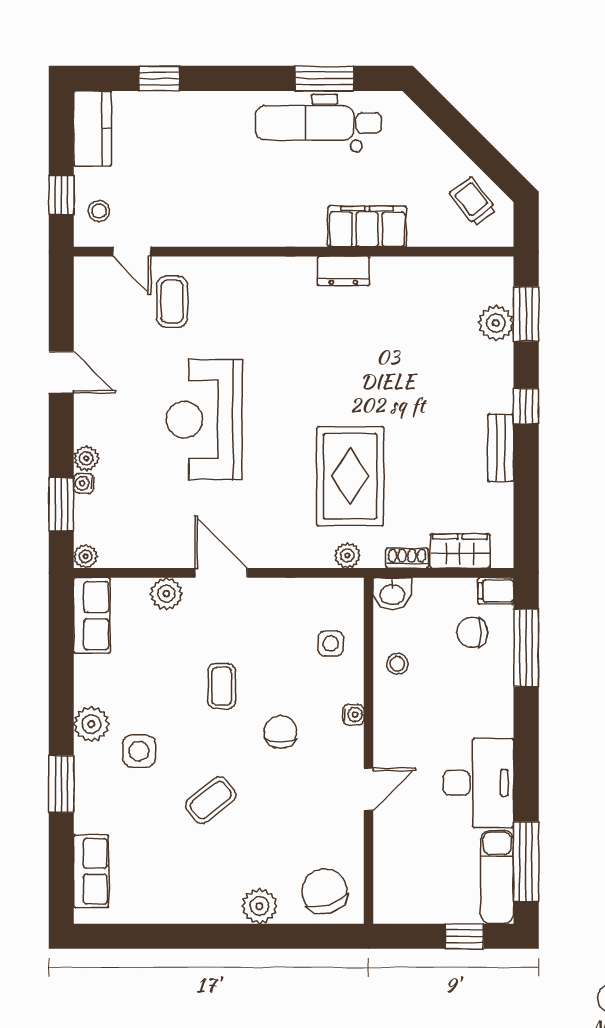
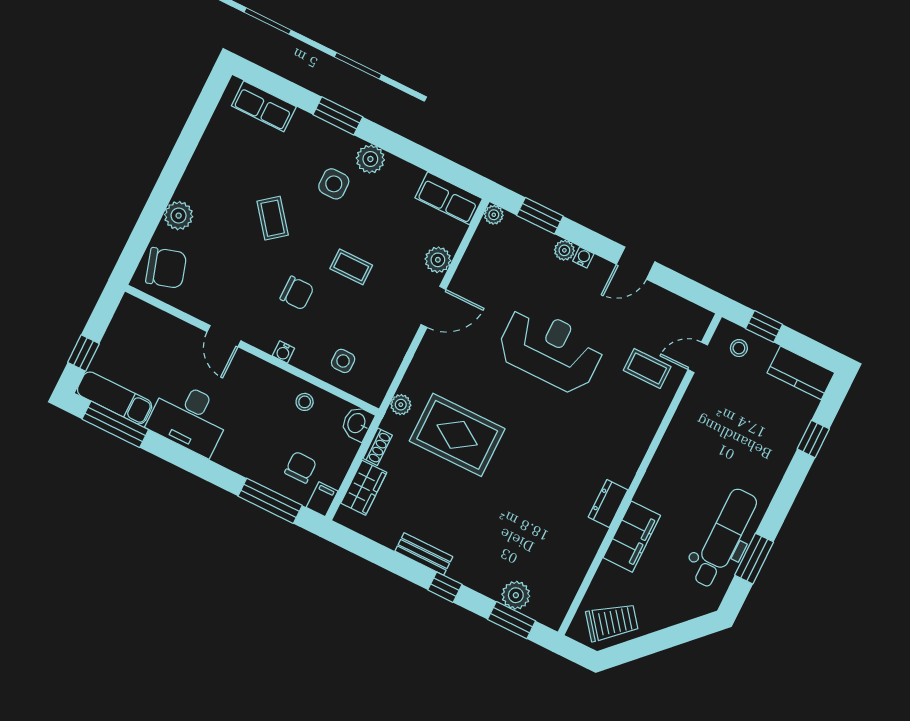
trolley: (473, 201) -> (612, 622), width x1.36, depth x1.39
water cooler: (84, 483) -> (583, 257), moved

